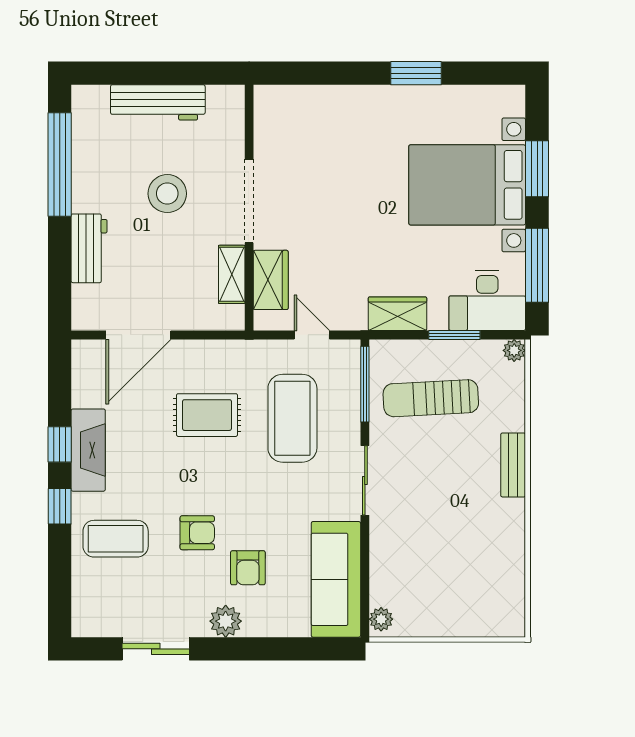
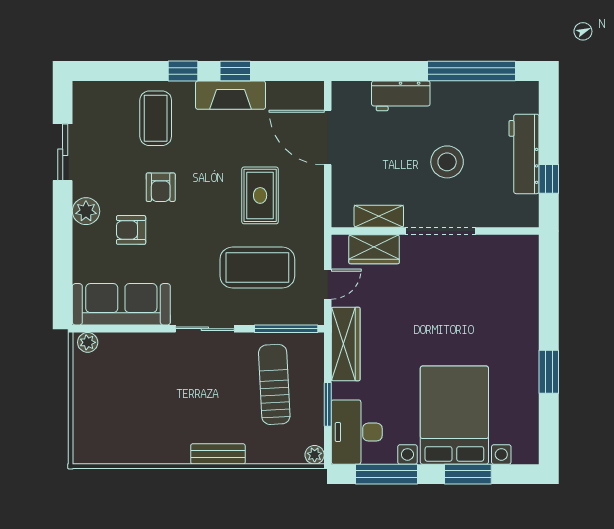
window: (187, 73) -> (549, 179), added
wardrobe: (397, 314) -> (346, 344), width x1.50

